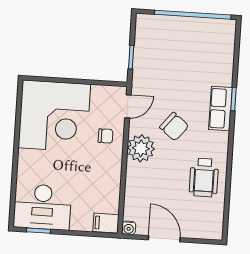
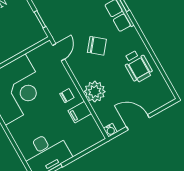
chair: (106, 136) -> (67, 96), moved
plant: (141, 148) -> (95, 92), moved
filing cabinet: (106, 223) -> (80, 112), moved

